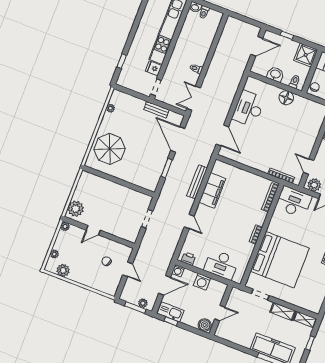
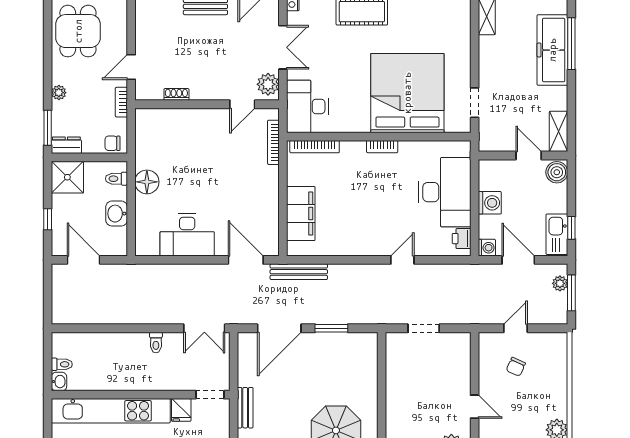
bench: (156, 110) -> (245, 408), moved
door: (222, 135) -> (246, 260), hinge flipped
bench: (197, 182) -> (299, 272), moved
filing cabinet: (212, 191) -> (301, 214), moved, turned 90
desk: (221, 265) -> (445, 192), width x1.36, depth x1.30
shelving: (283, 311) -> (559, 131), moved

